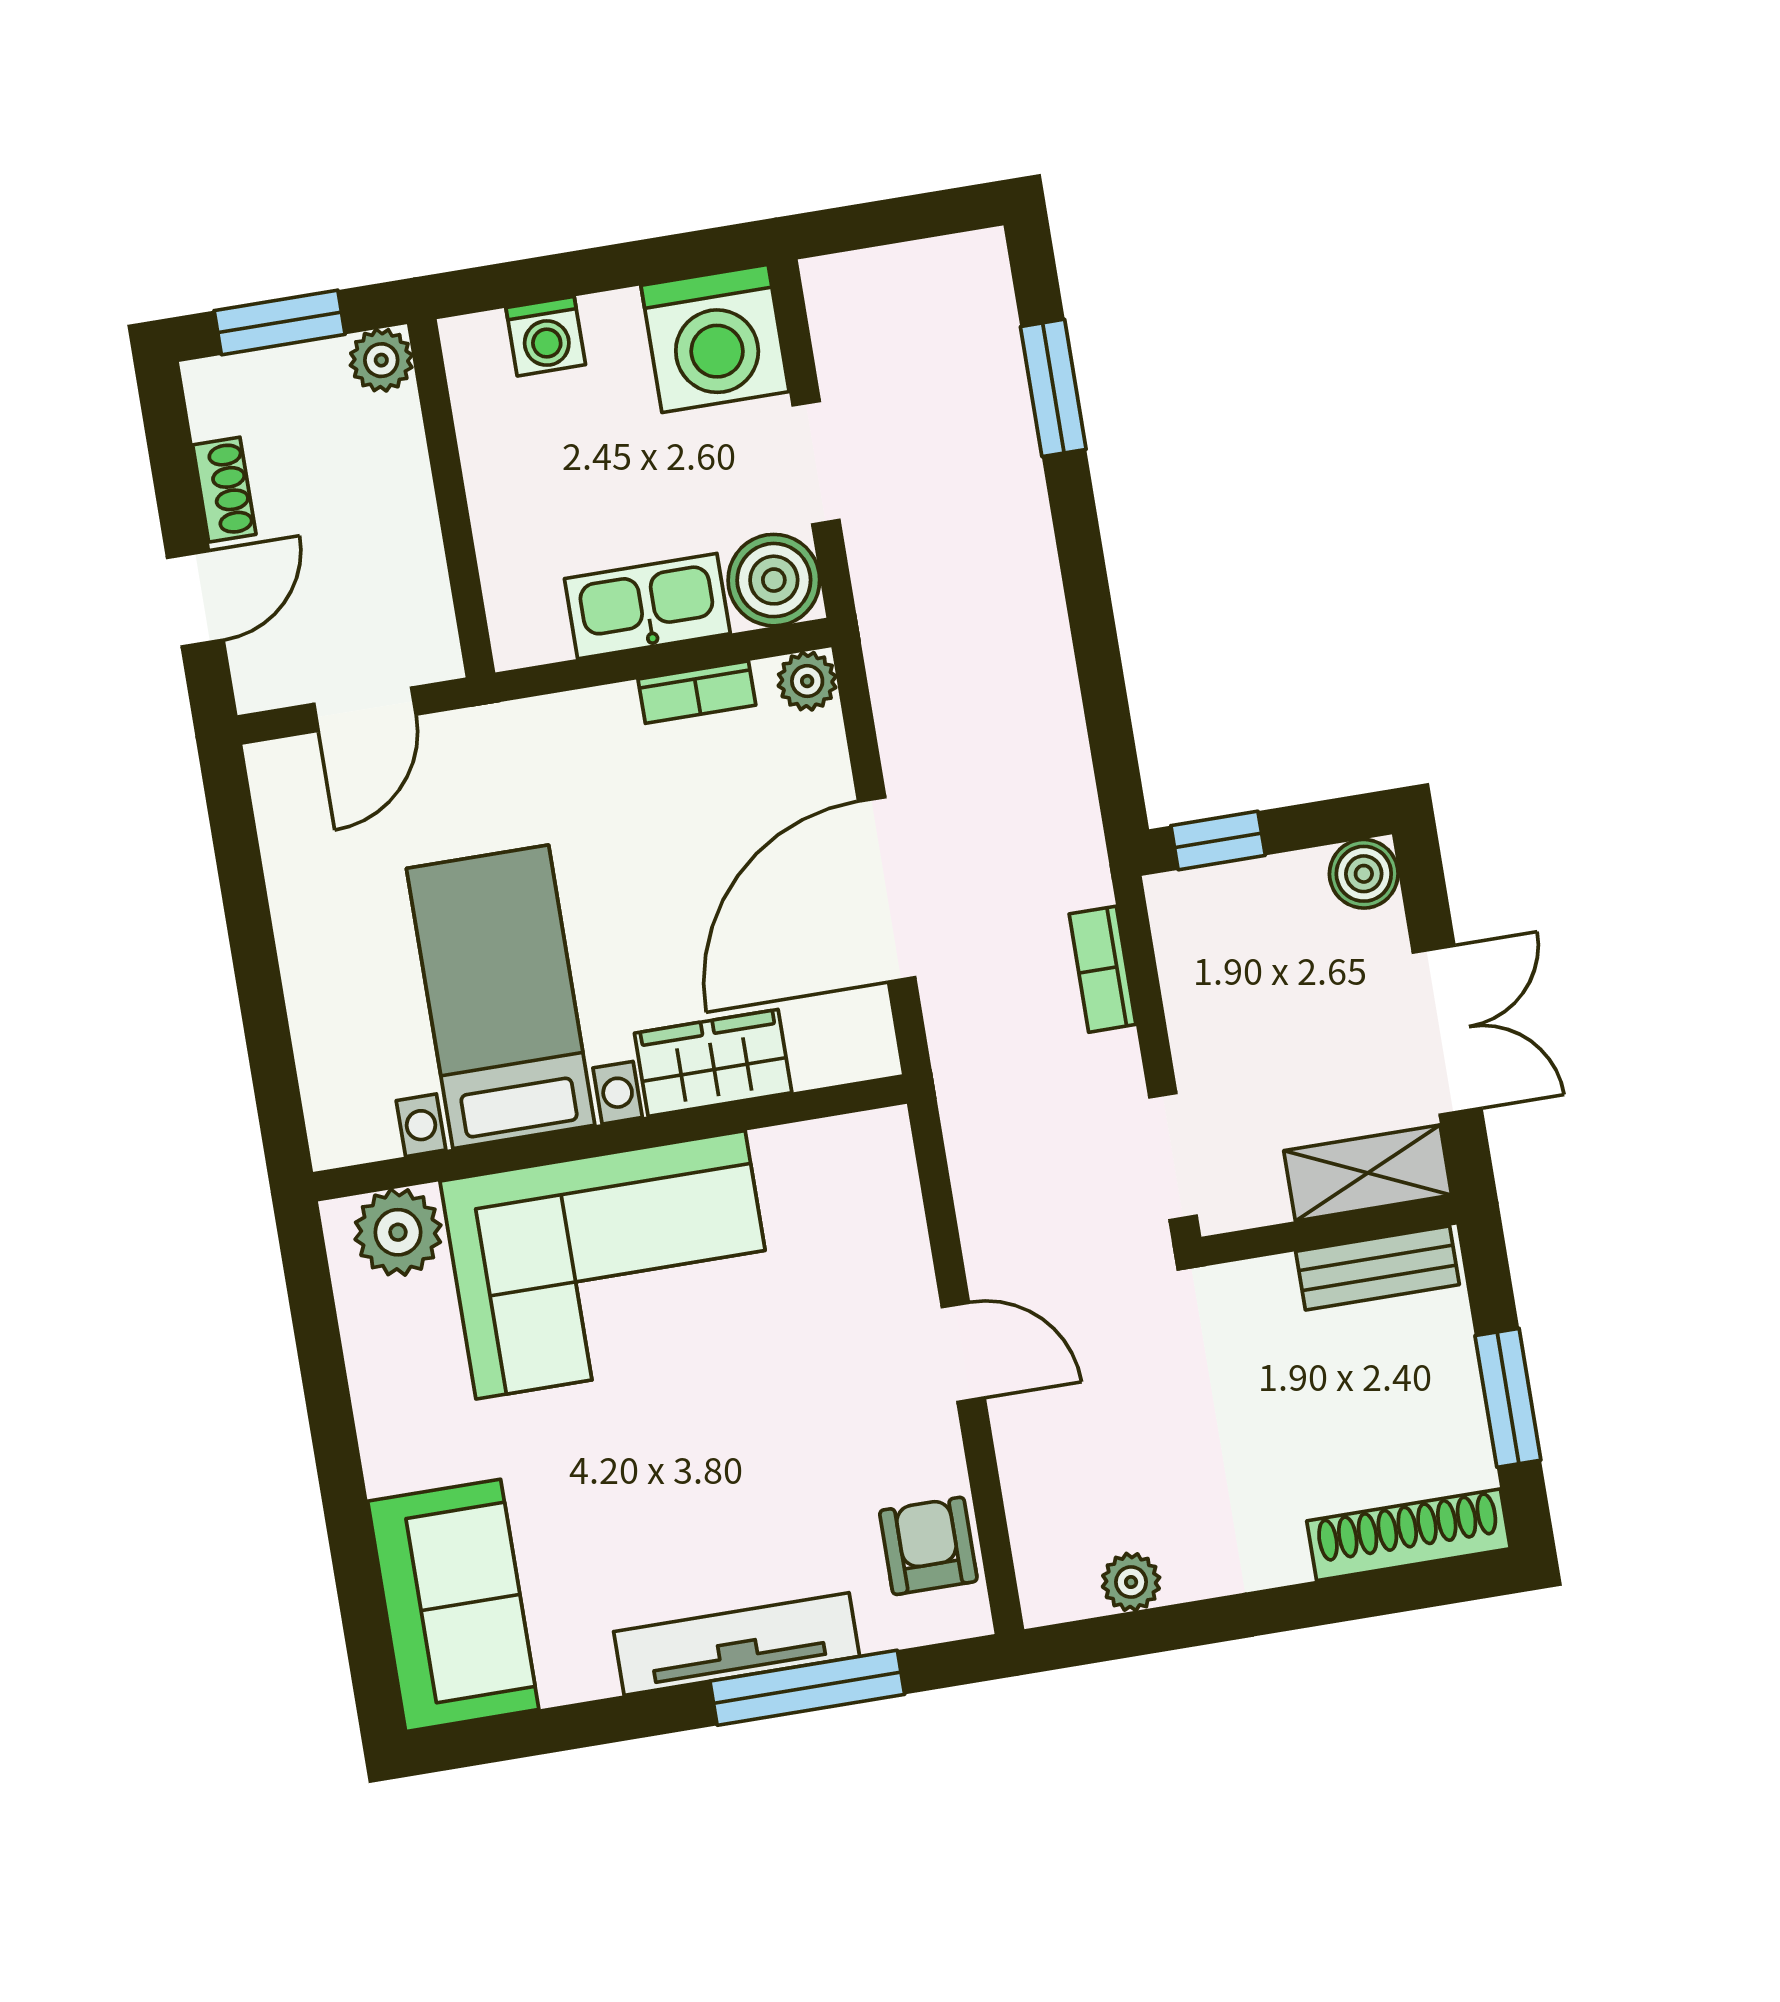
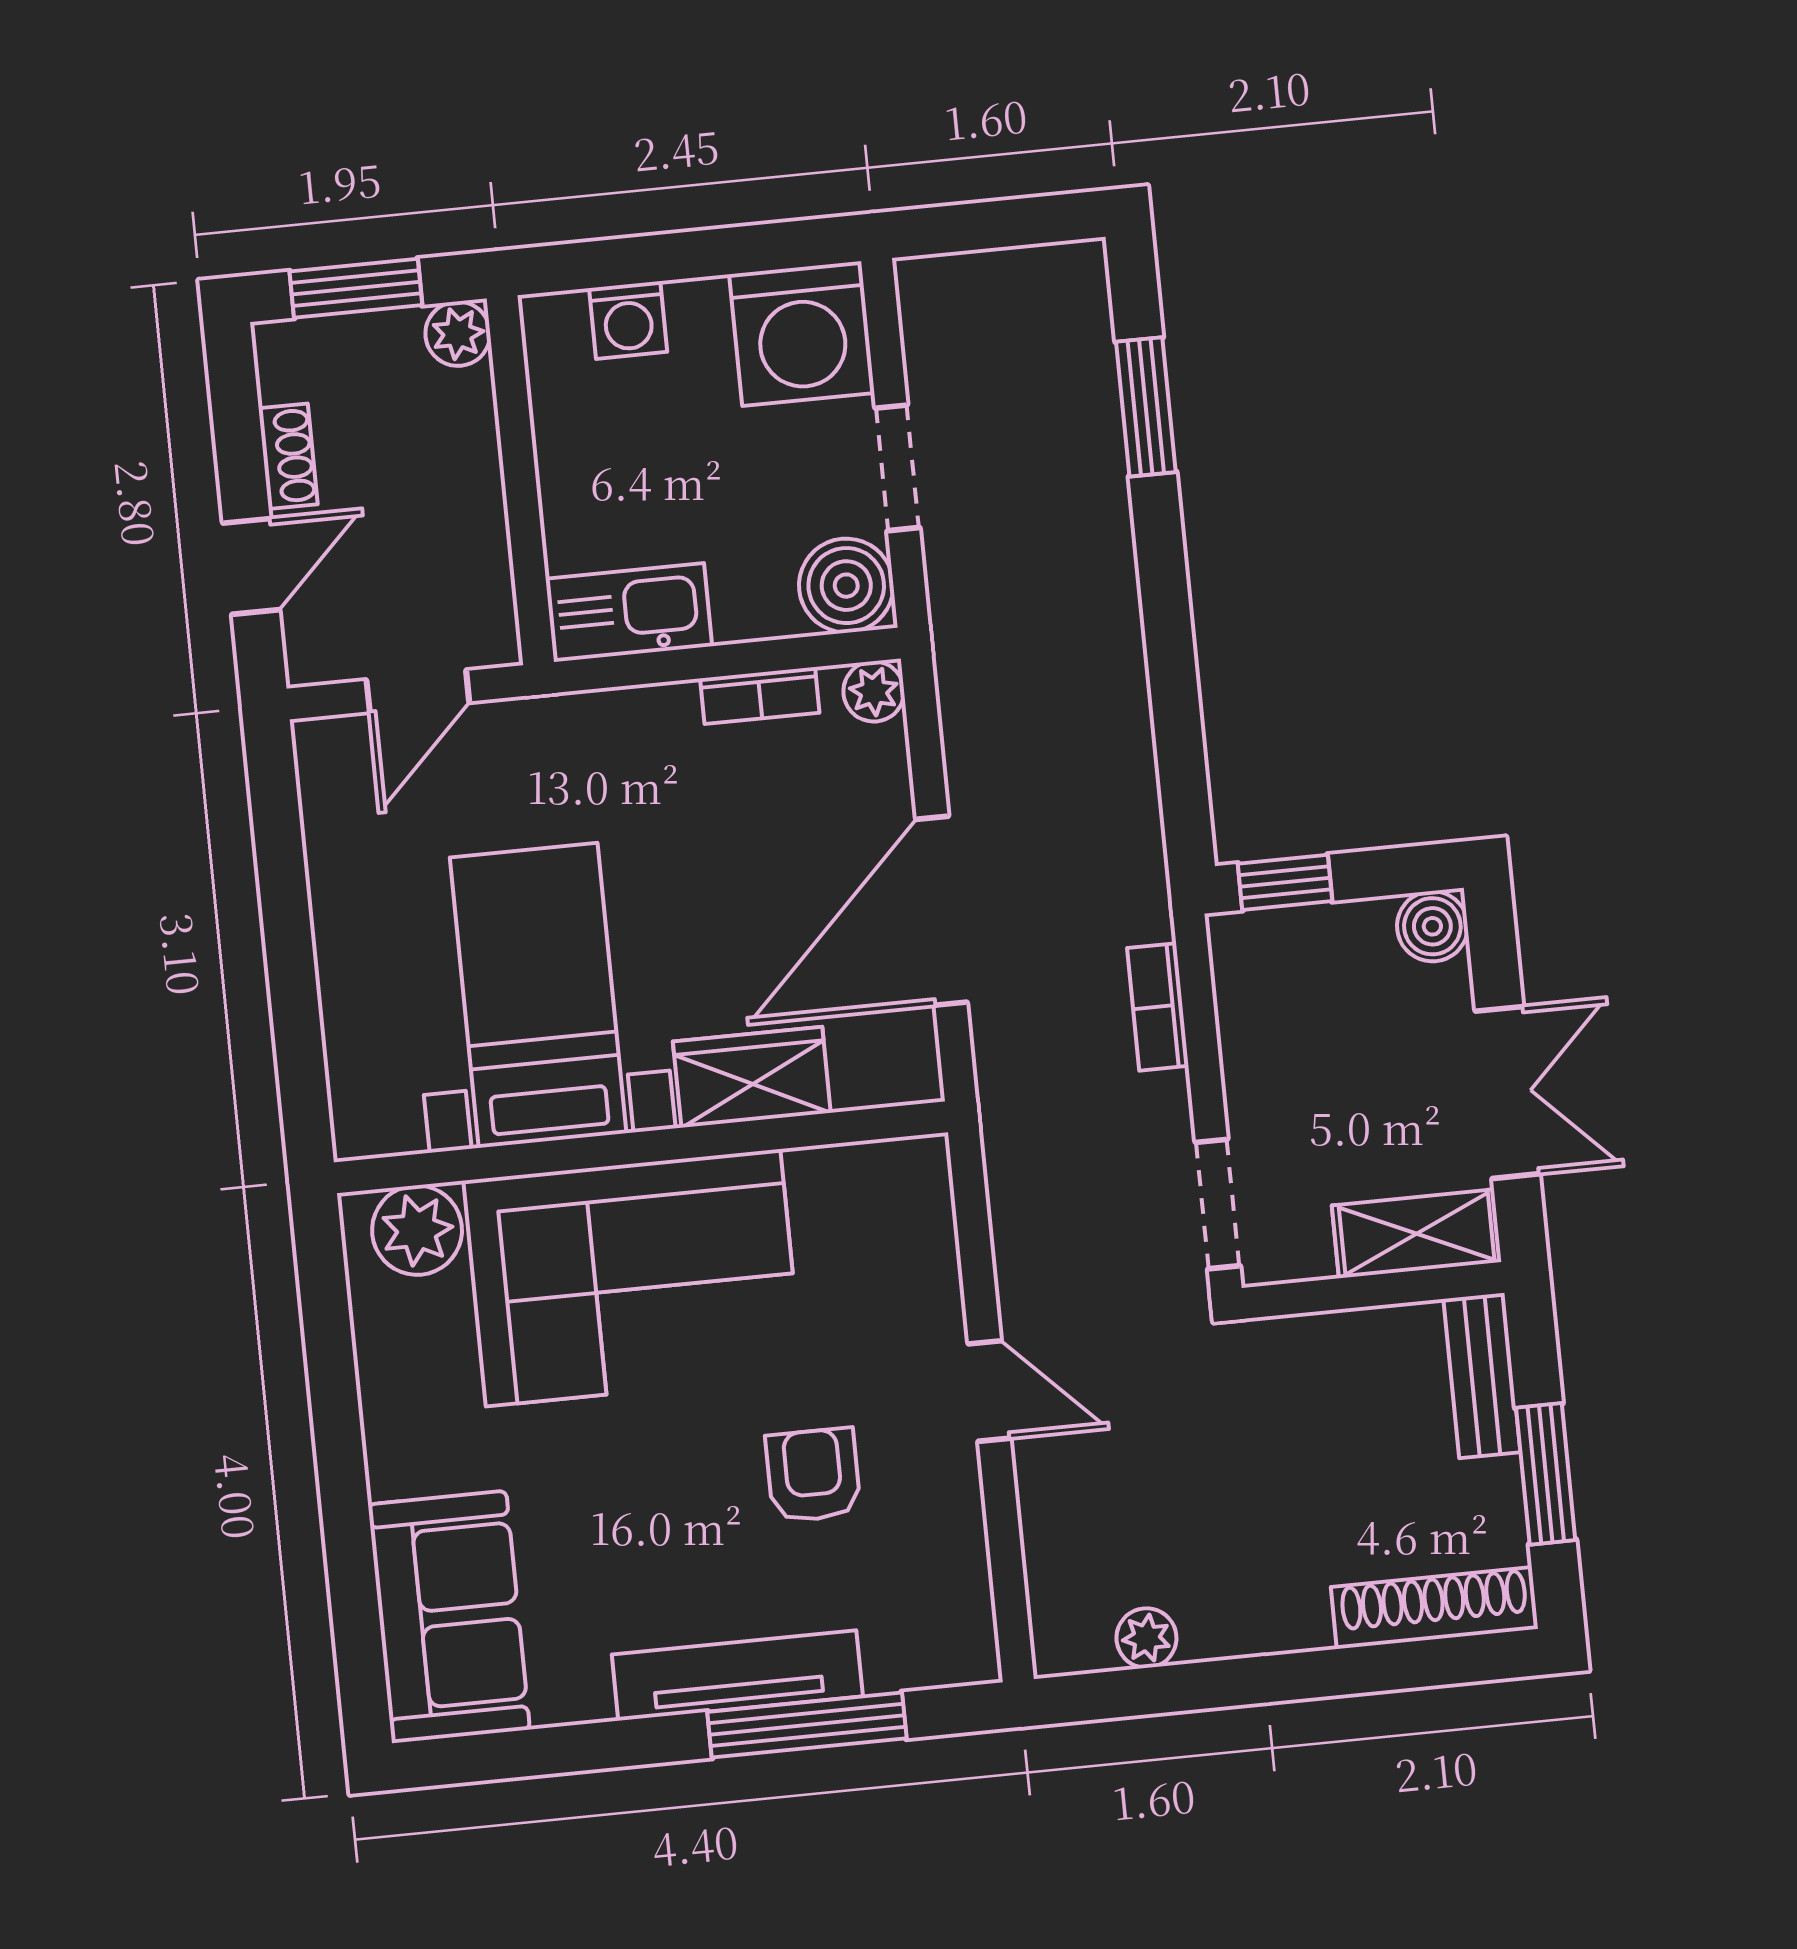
kitchen sink: (647, 606) -> (629, 612), moved
bench: (1377, 1268) -> (1482, 1376), moved, turned 90
armchair: (928, 1546) -> (813, 1475), moved

